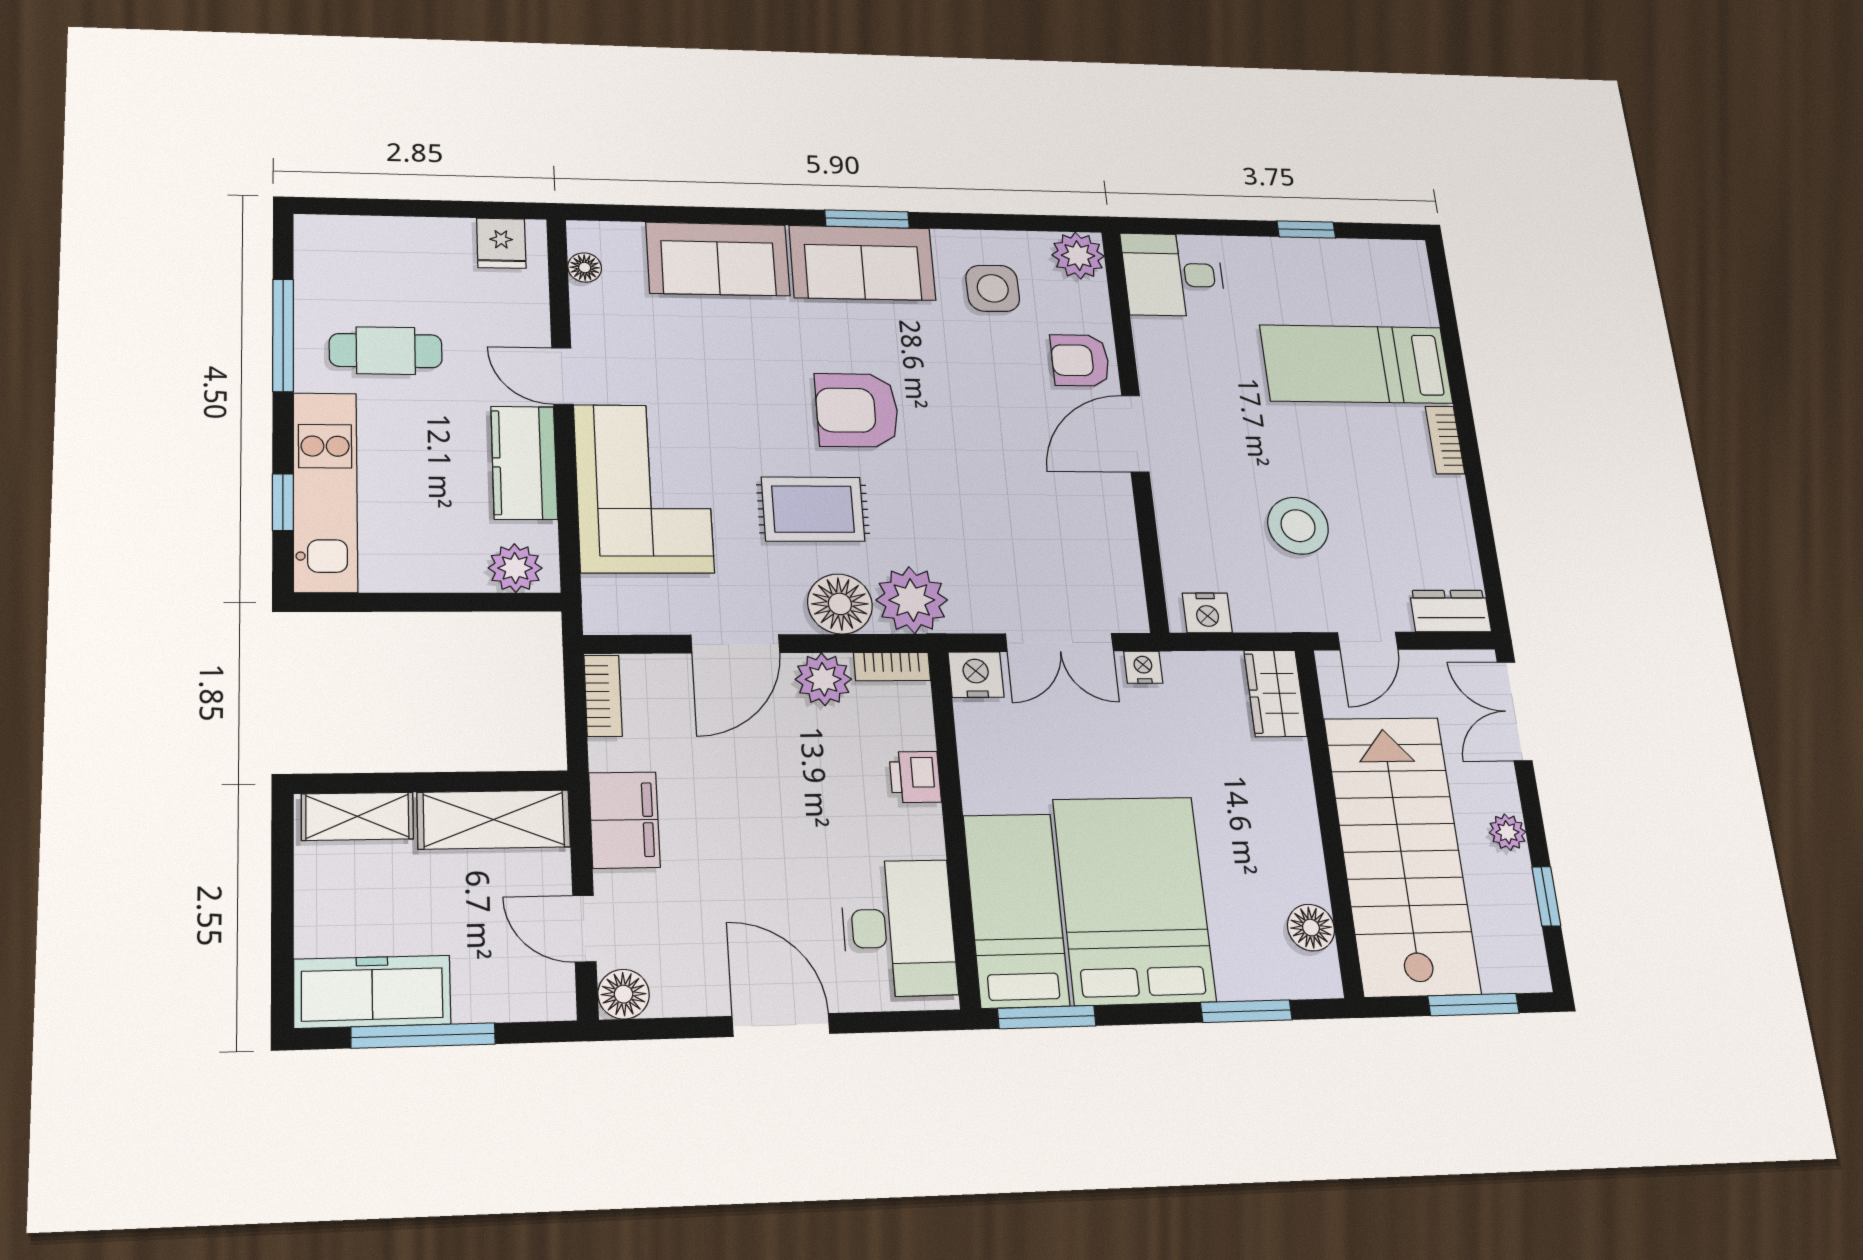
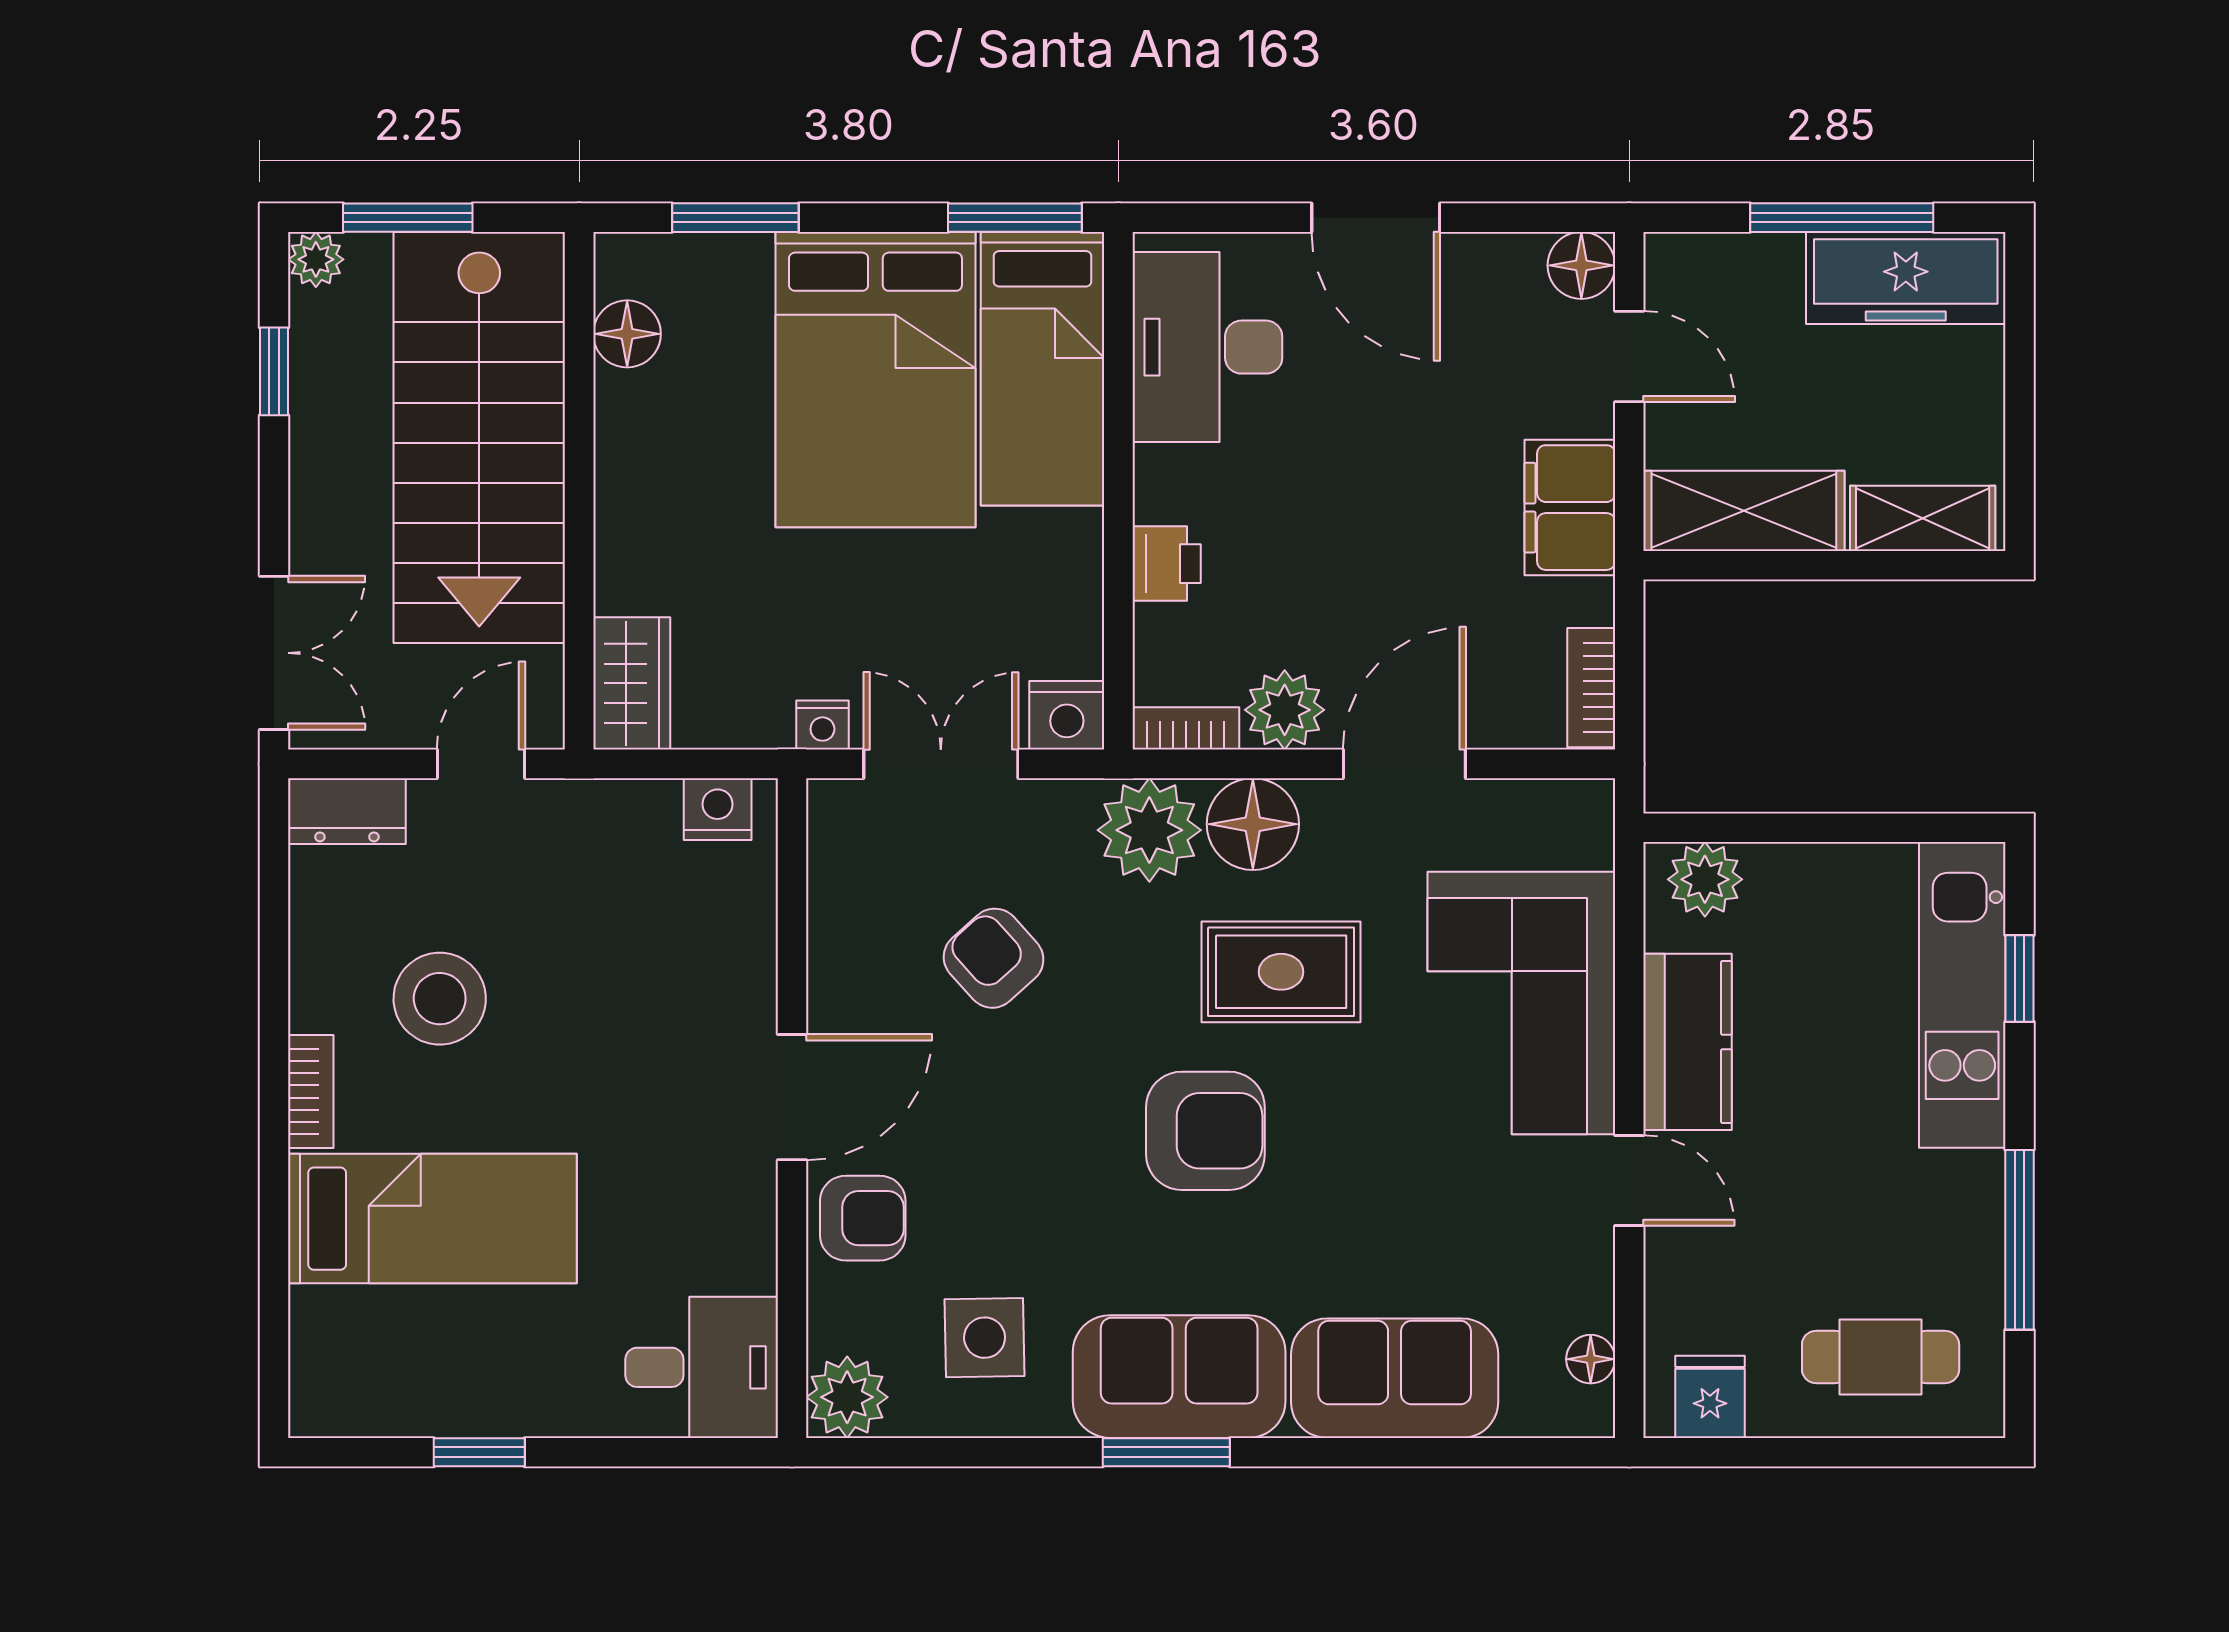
cafe table: (386, 351) -> (1881, 1357), moved
armchair: (1011, 518) -> (994, 958), added
stool: (1298, 526) -> (440, 999), moved
plant: (1507, 832) -> (316, 259), moved

